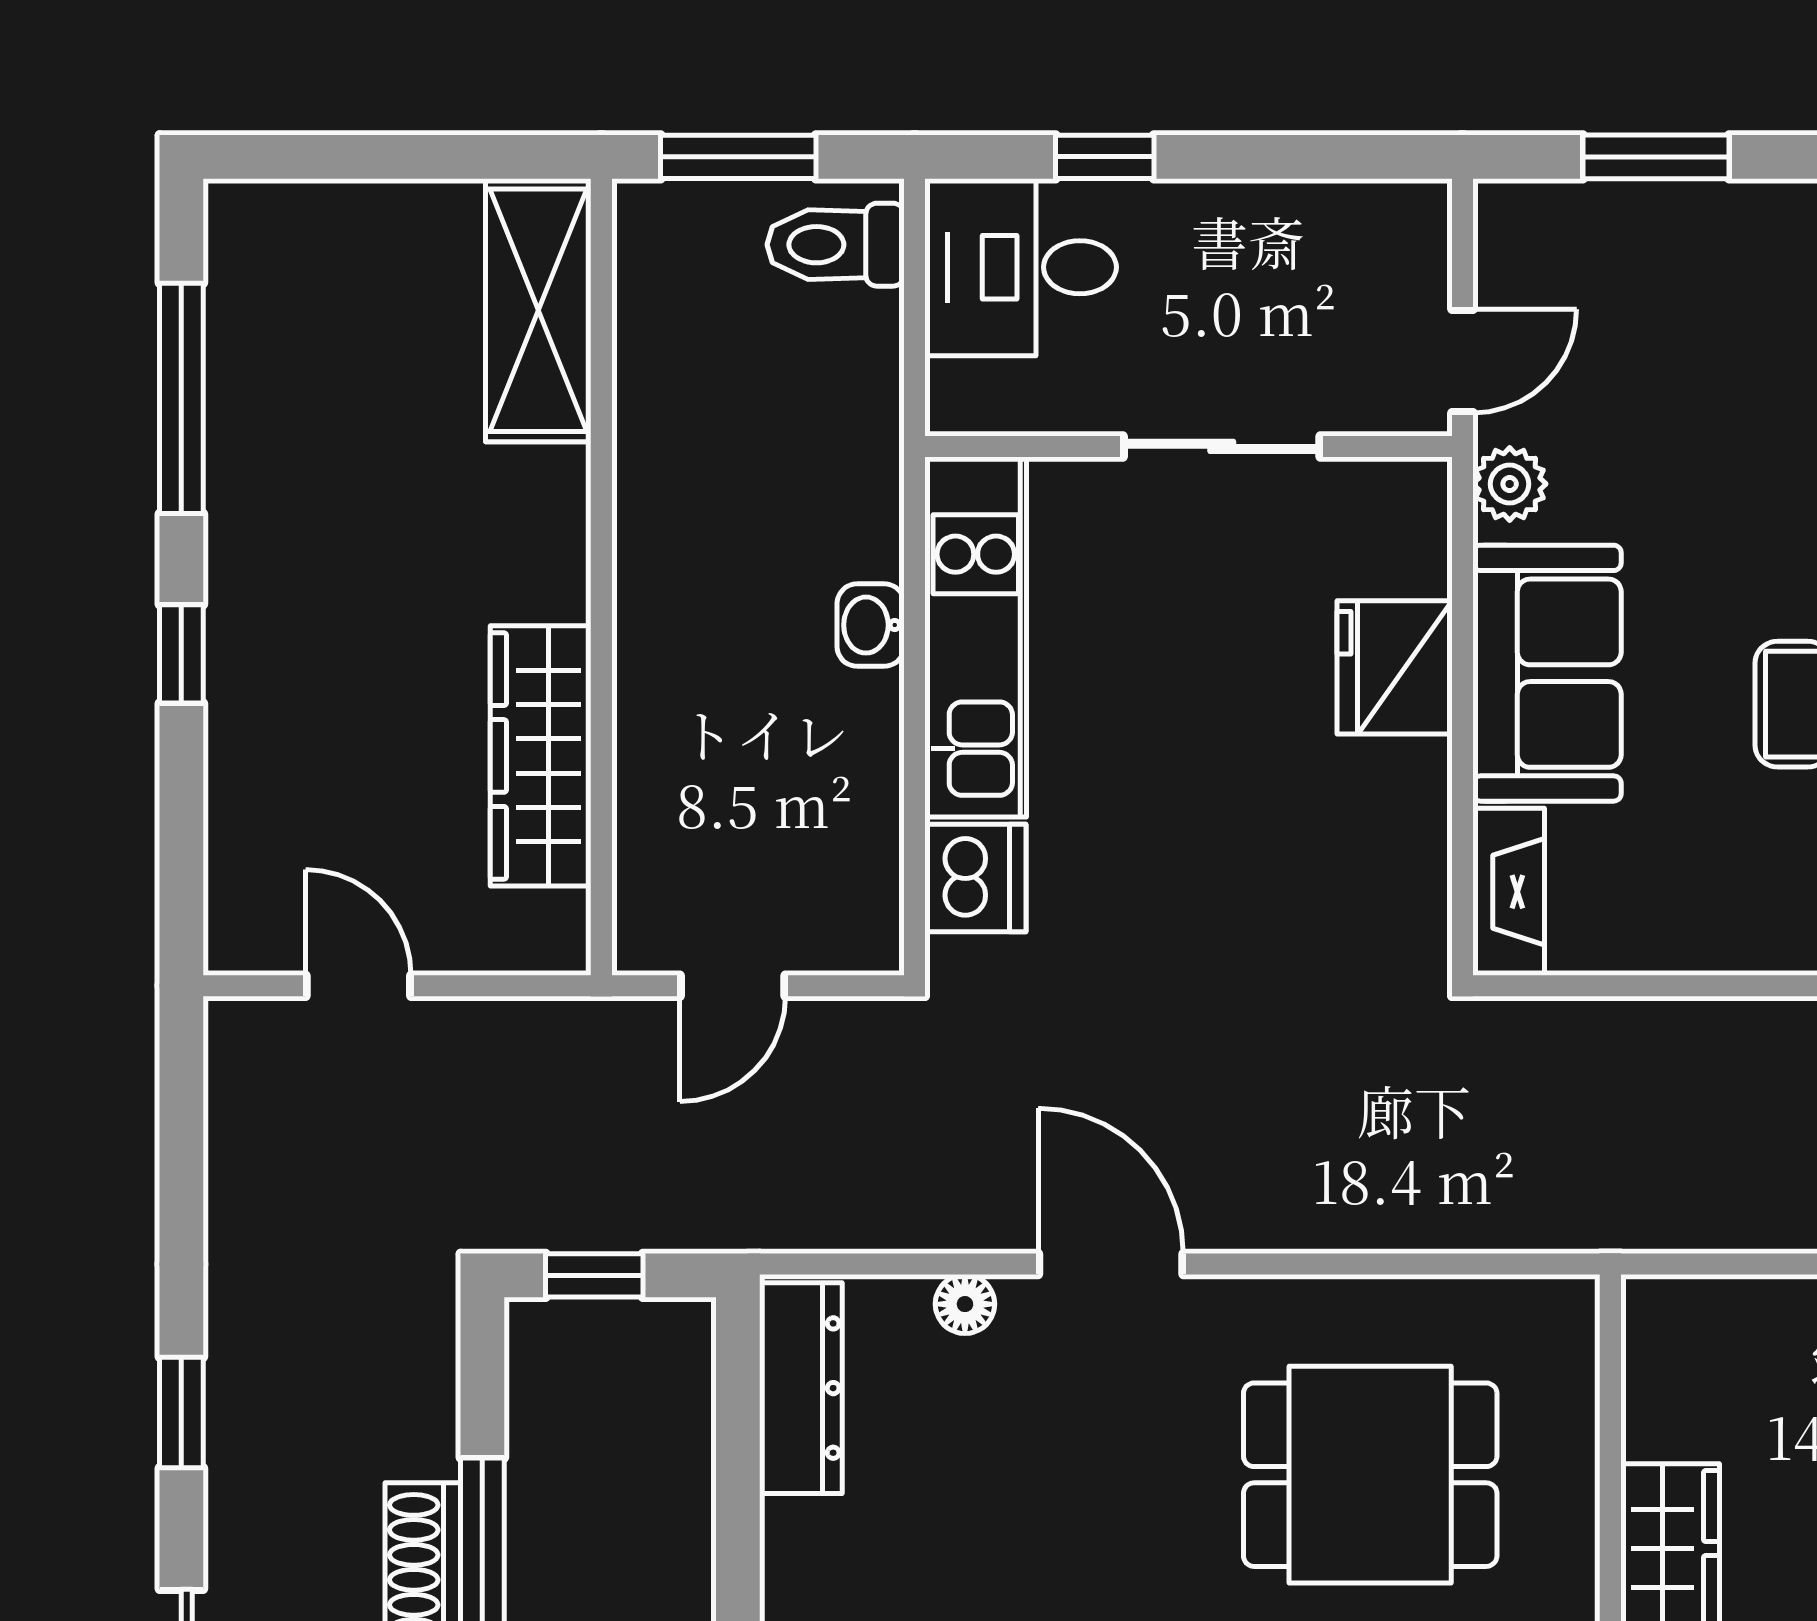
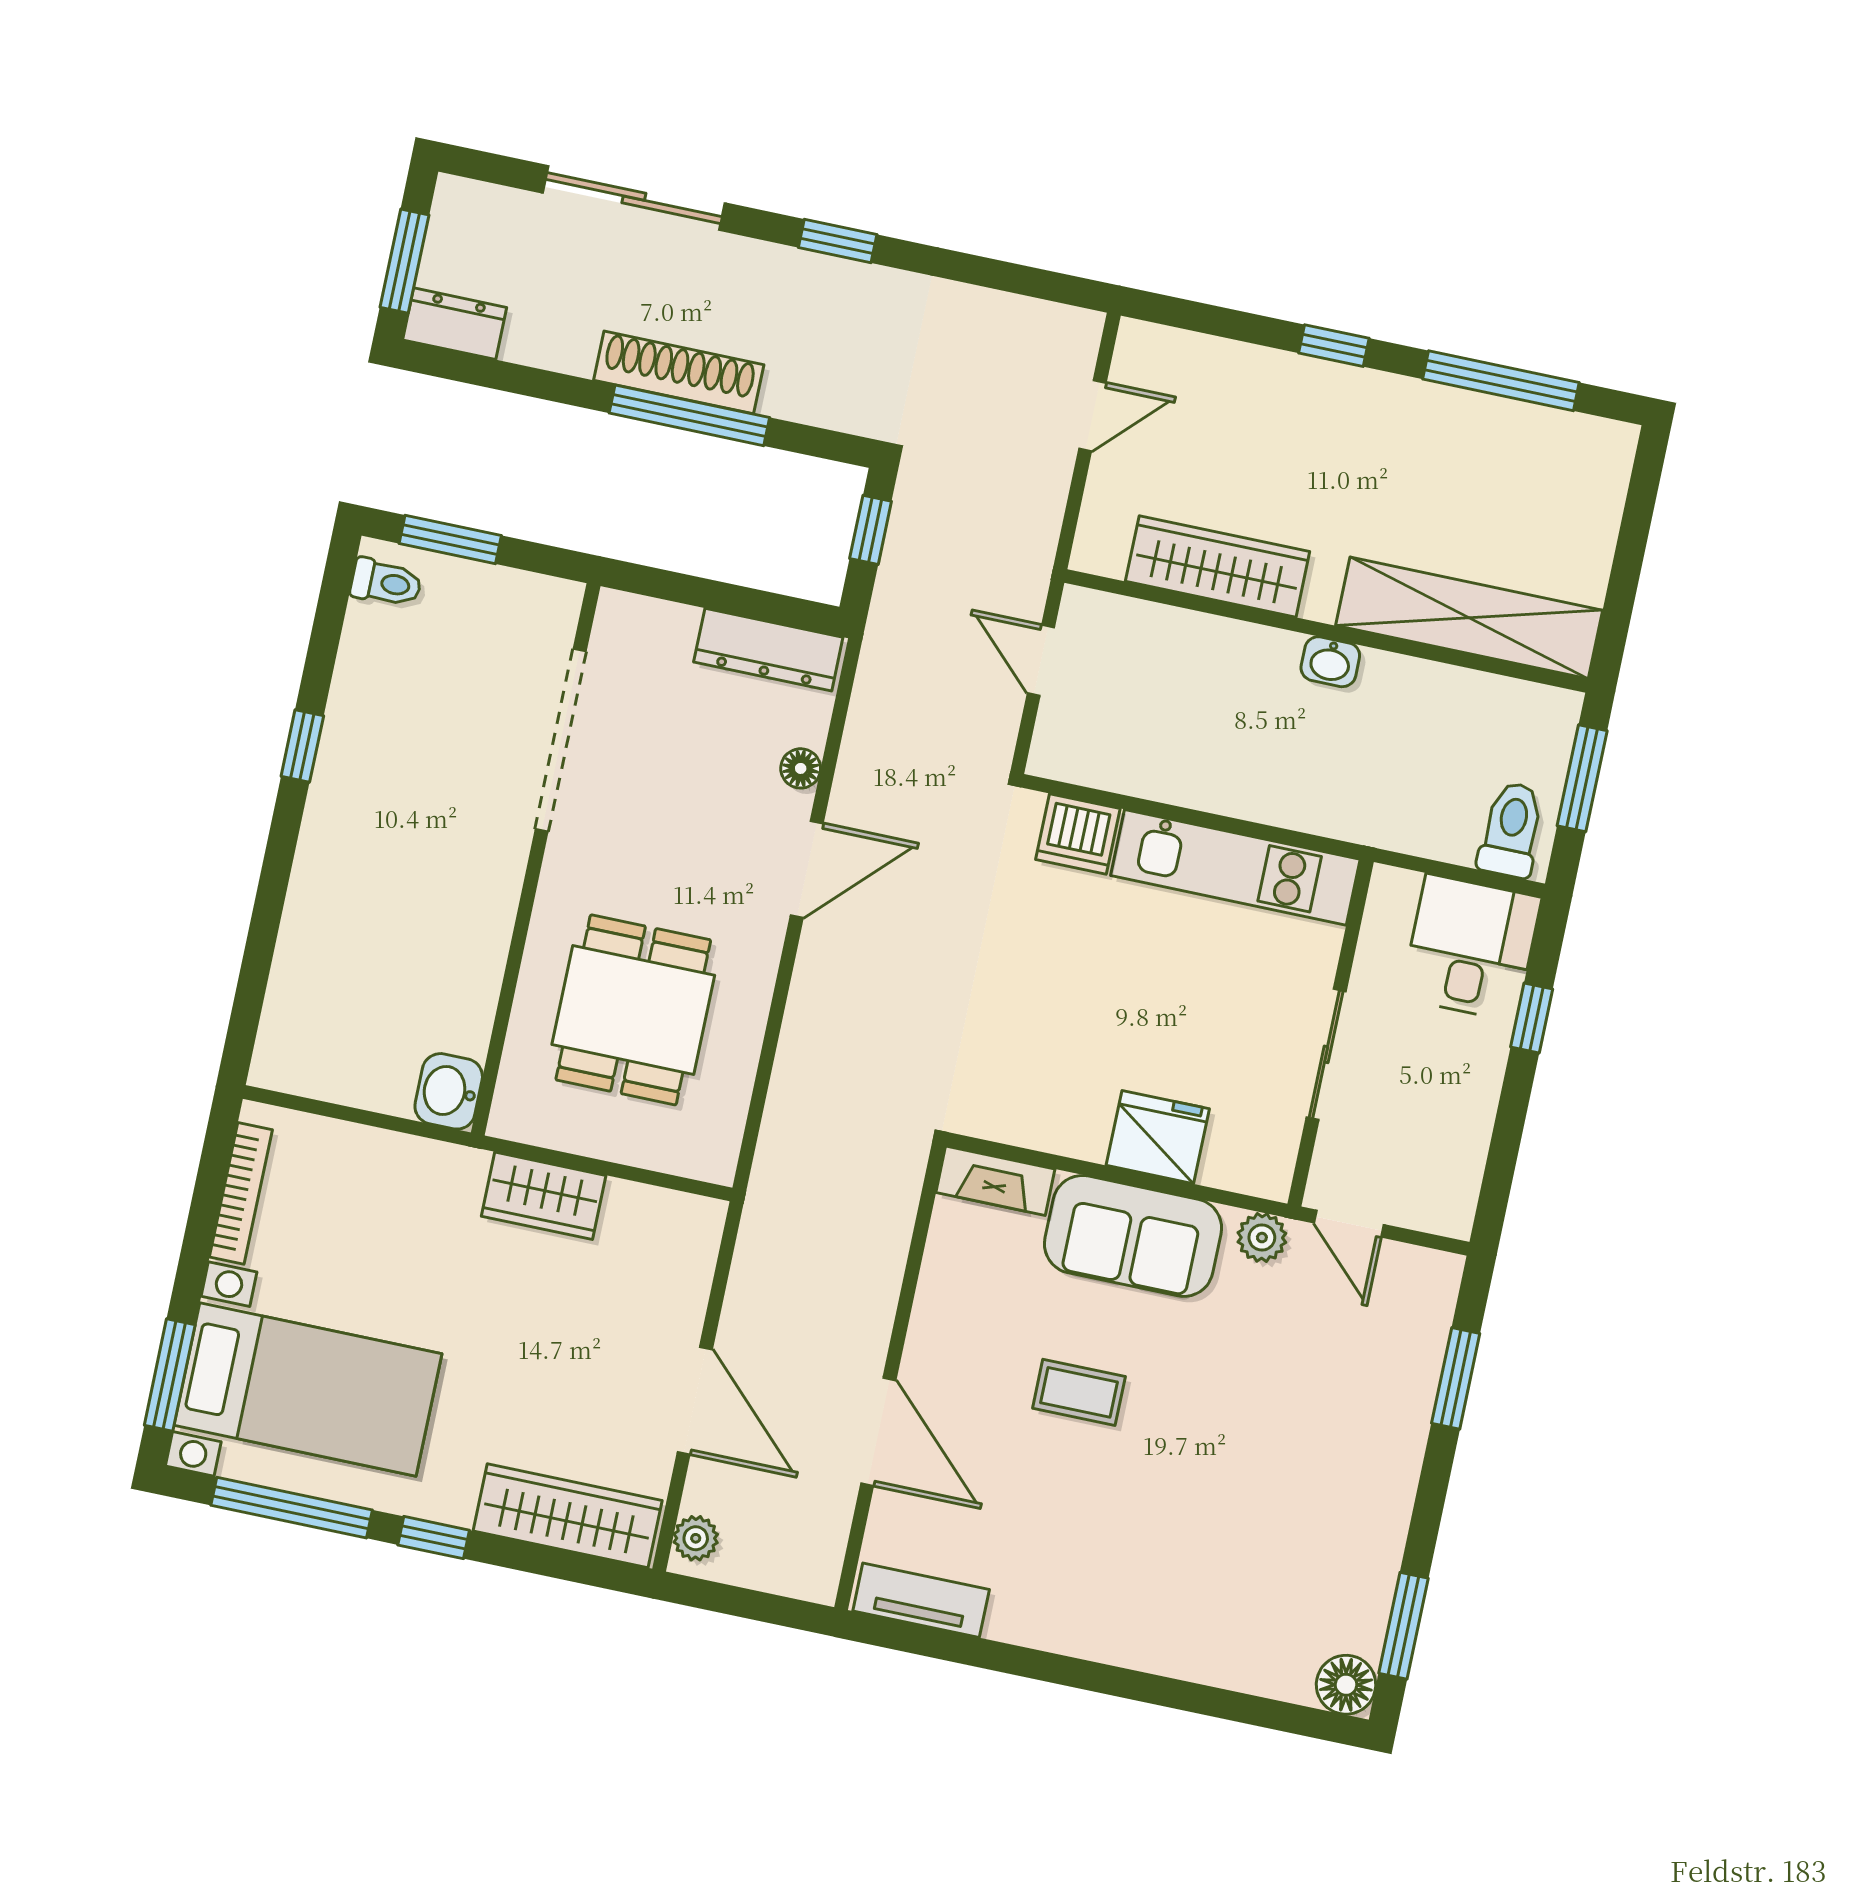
shelving: (538, 310) -> (1469, 618), width x1.47
washbasin: (871, 625) -> (1330, 662), moved, turned 180

